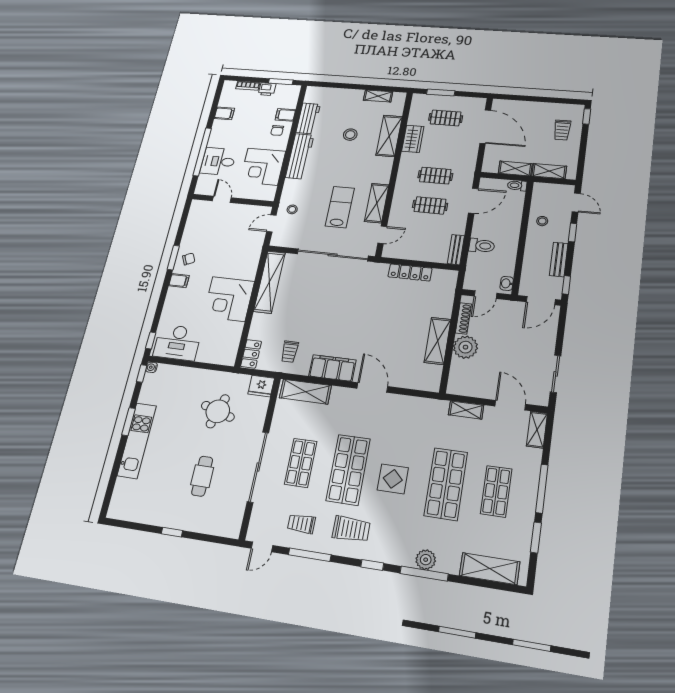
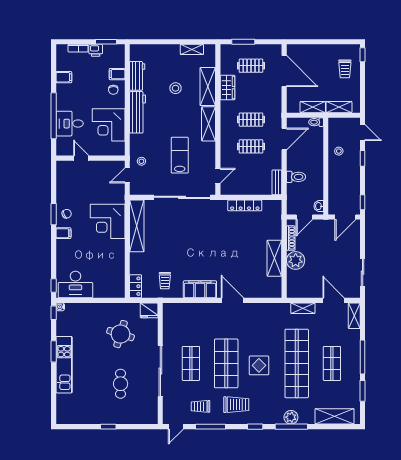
shelving: (377, 203) -> (209, 124), moved
bench: (559, 259) -> (355, 182), removed
corner desk: (229, 299) -> (108, 221), moved
shelving: (305, 392) -> (183, 310), removed
shop shelf: (446, 484) -> (297, 363), width x1.40

